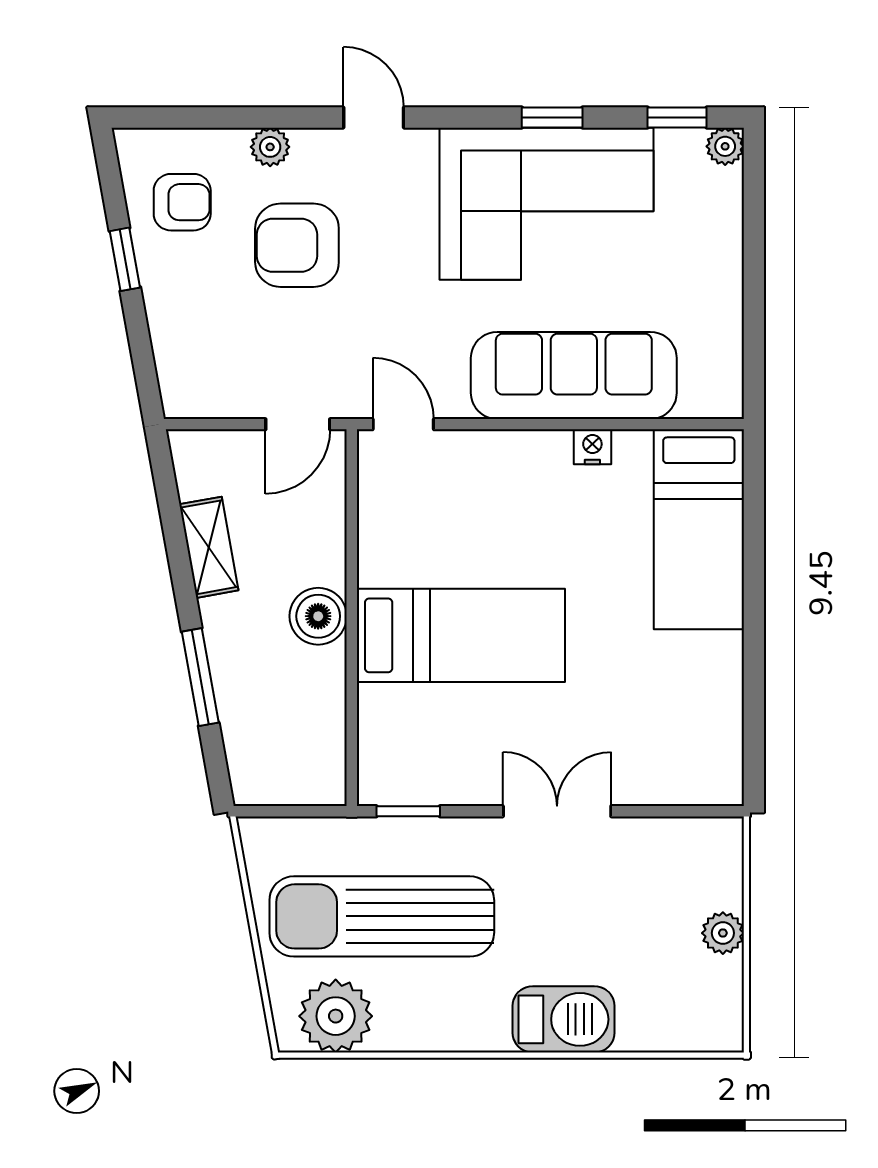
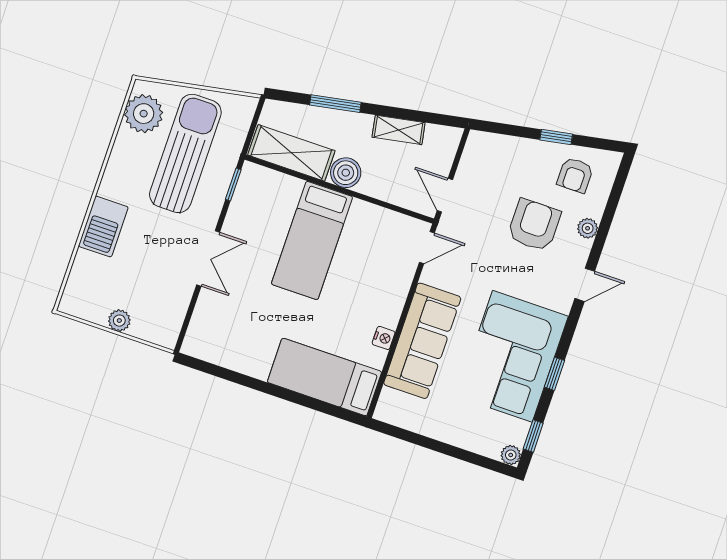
shelving: (316, 726) -> (291, 153), added

